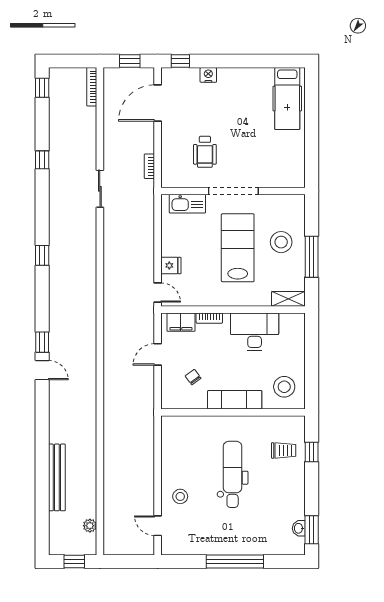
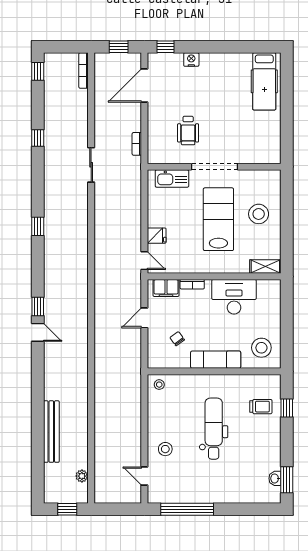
window: (312, 257) -> (287, 228), removed
stool: (174, 427) -> (159, 385), added
window: (235, 562) -> (187, 509), moved

